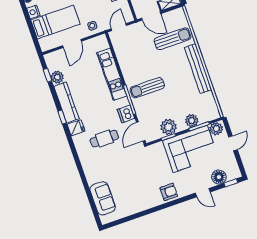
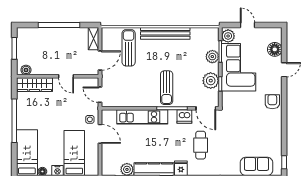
door: (72, 43) -> (100, 134), moved
window: (231, 183) -> (284, 162), moved

